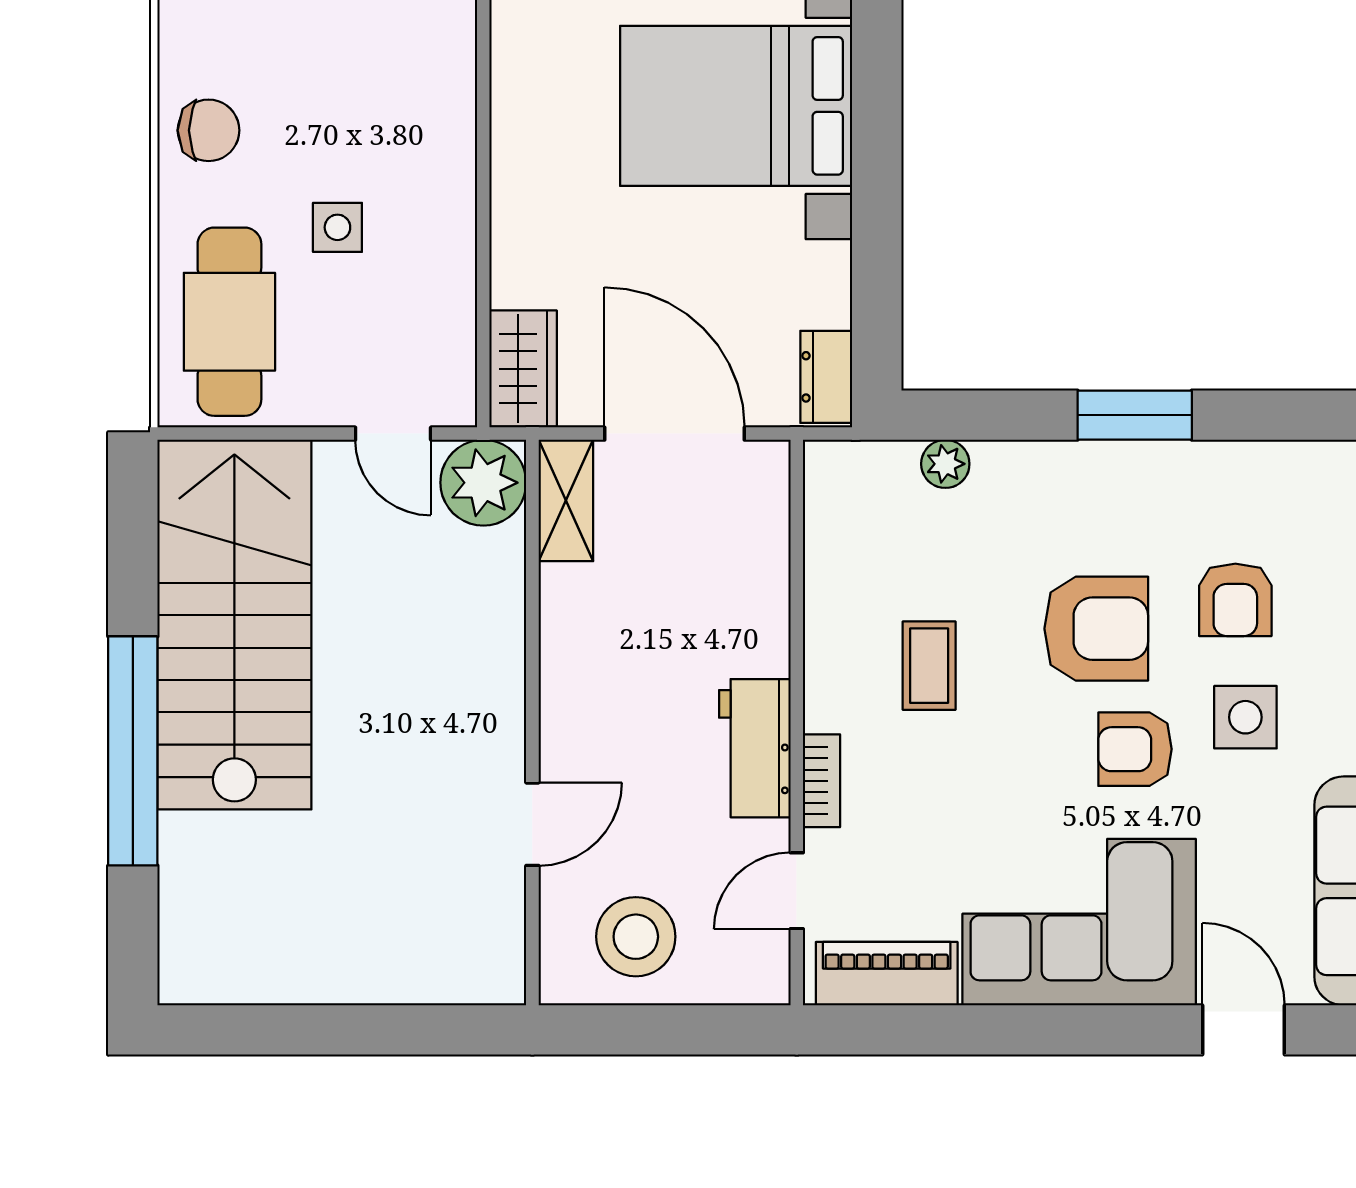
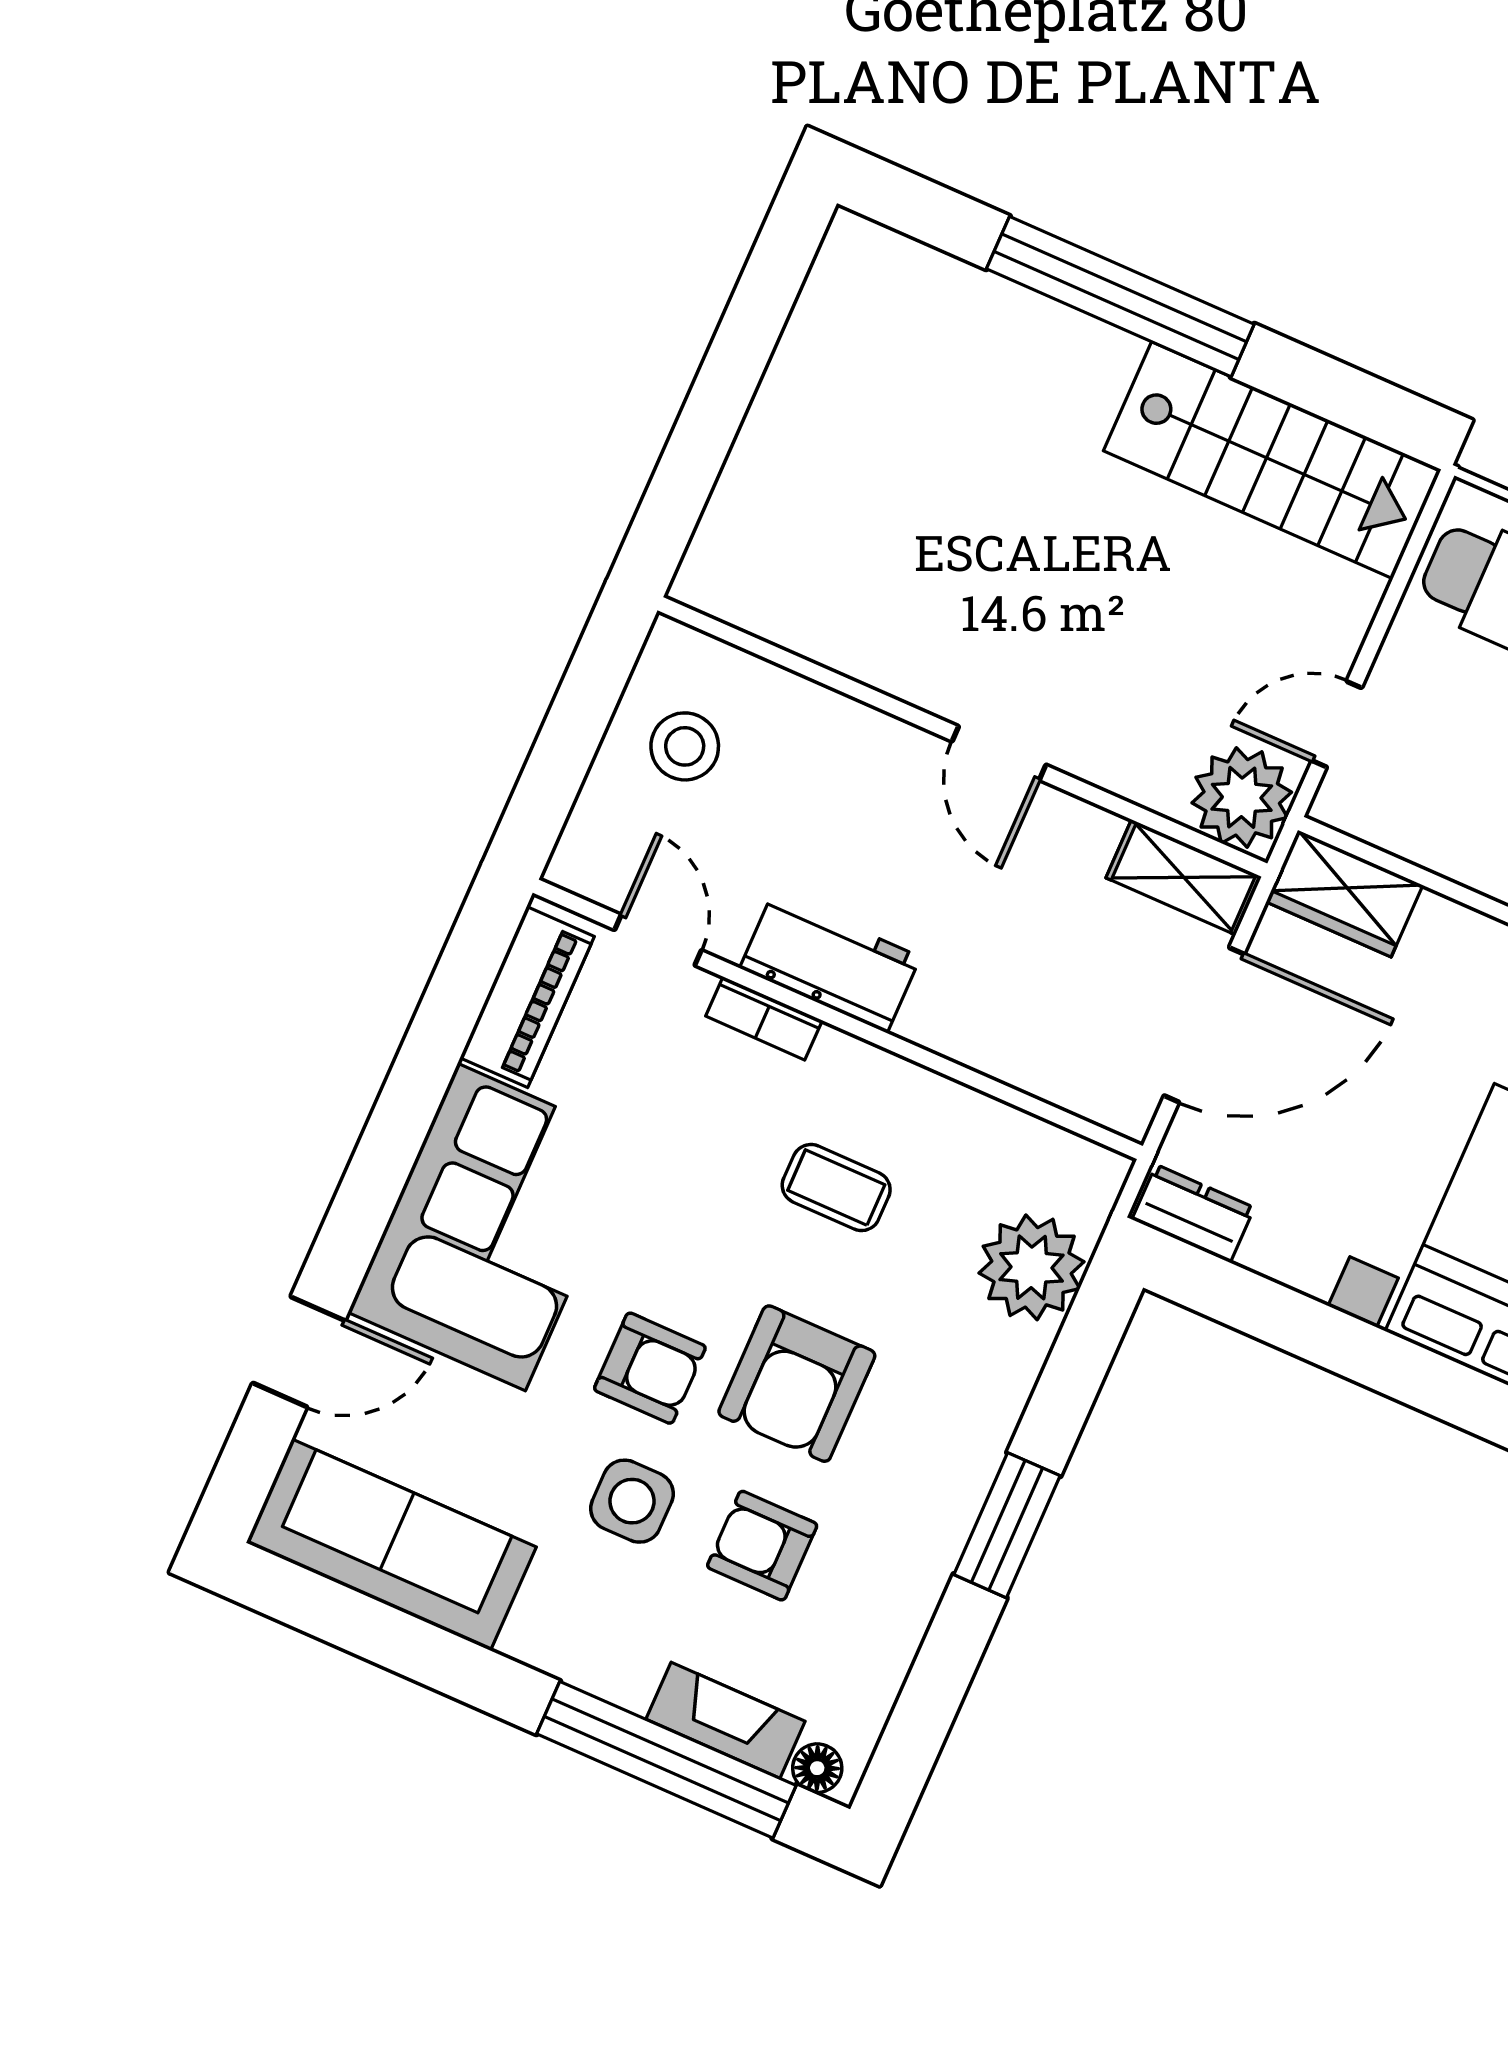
plant: (945, 464) -> (1031, 1267), width x1.87, depth x1.87
stairs: (234, 625) -> (1272, 460), width x0.73, depth x0.66
armchair: (1135, 749) -> (650, 1368), turned 90
door: (532, 824) -> (999, 753), moved
stool: (636, 937) -> (685, 746), width x0.73, depth x0.73

